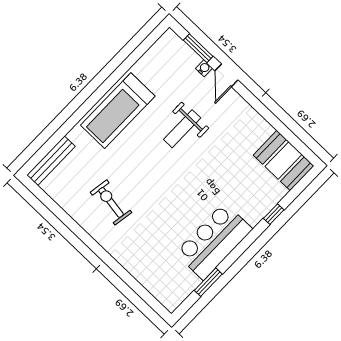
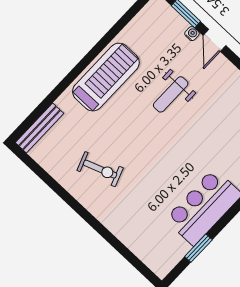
treadmill: (118, 111) -> (106, 77), turned 180
exercise bike: (111, 202) -> (100, 169), turned 151

